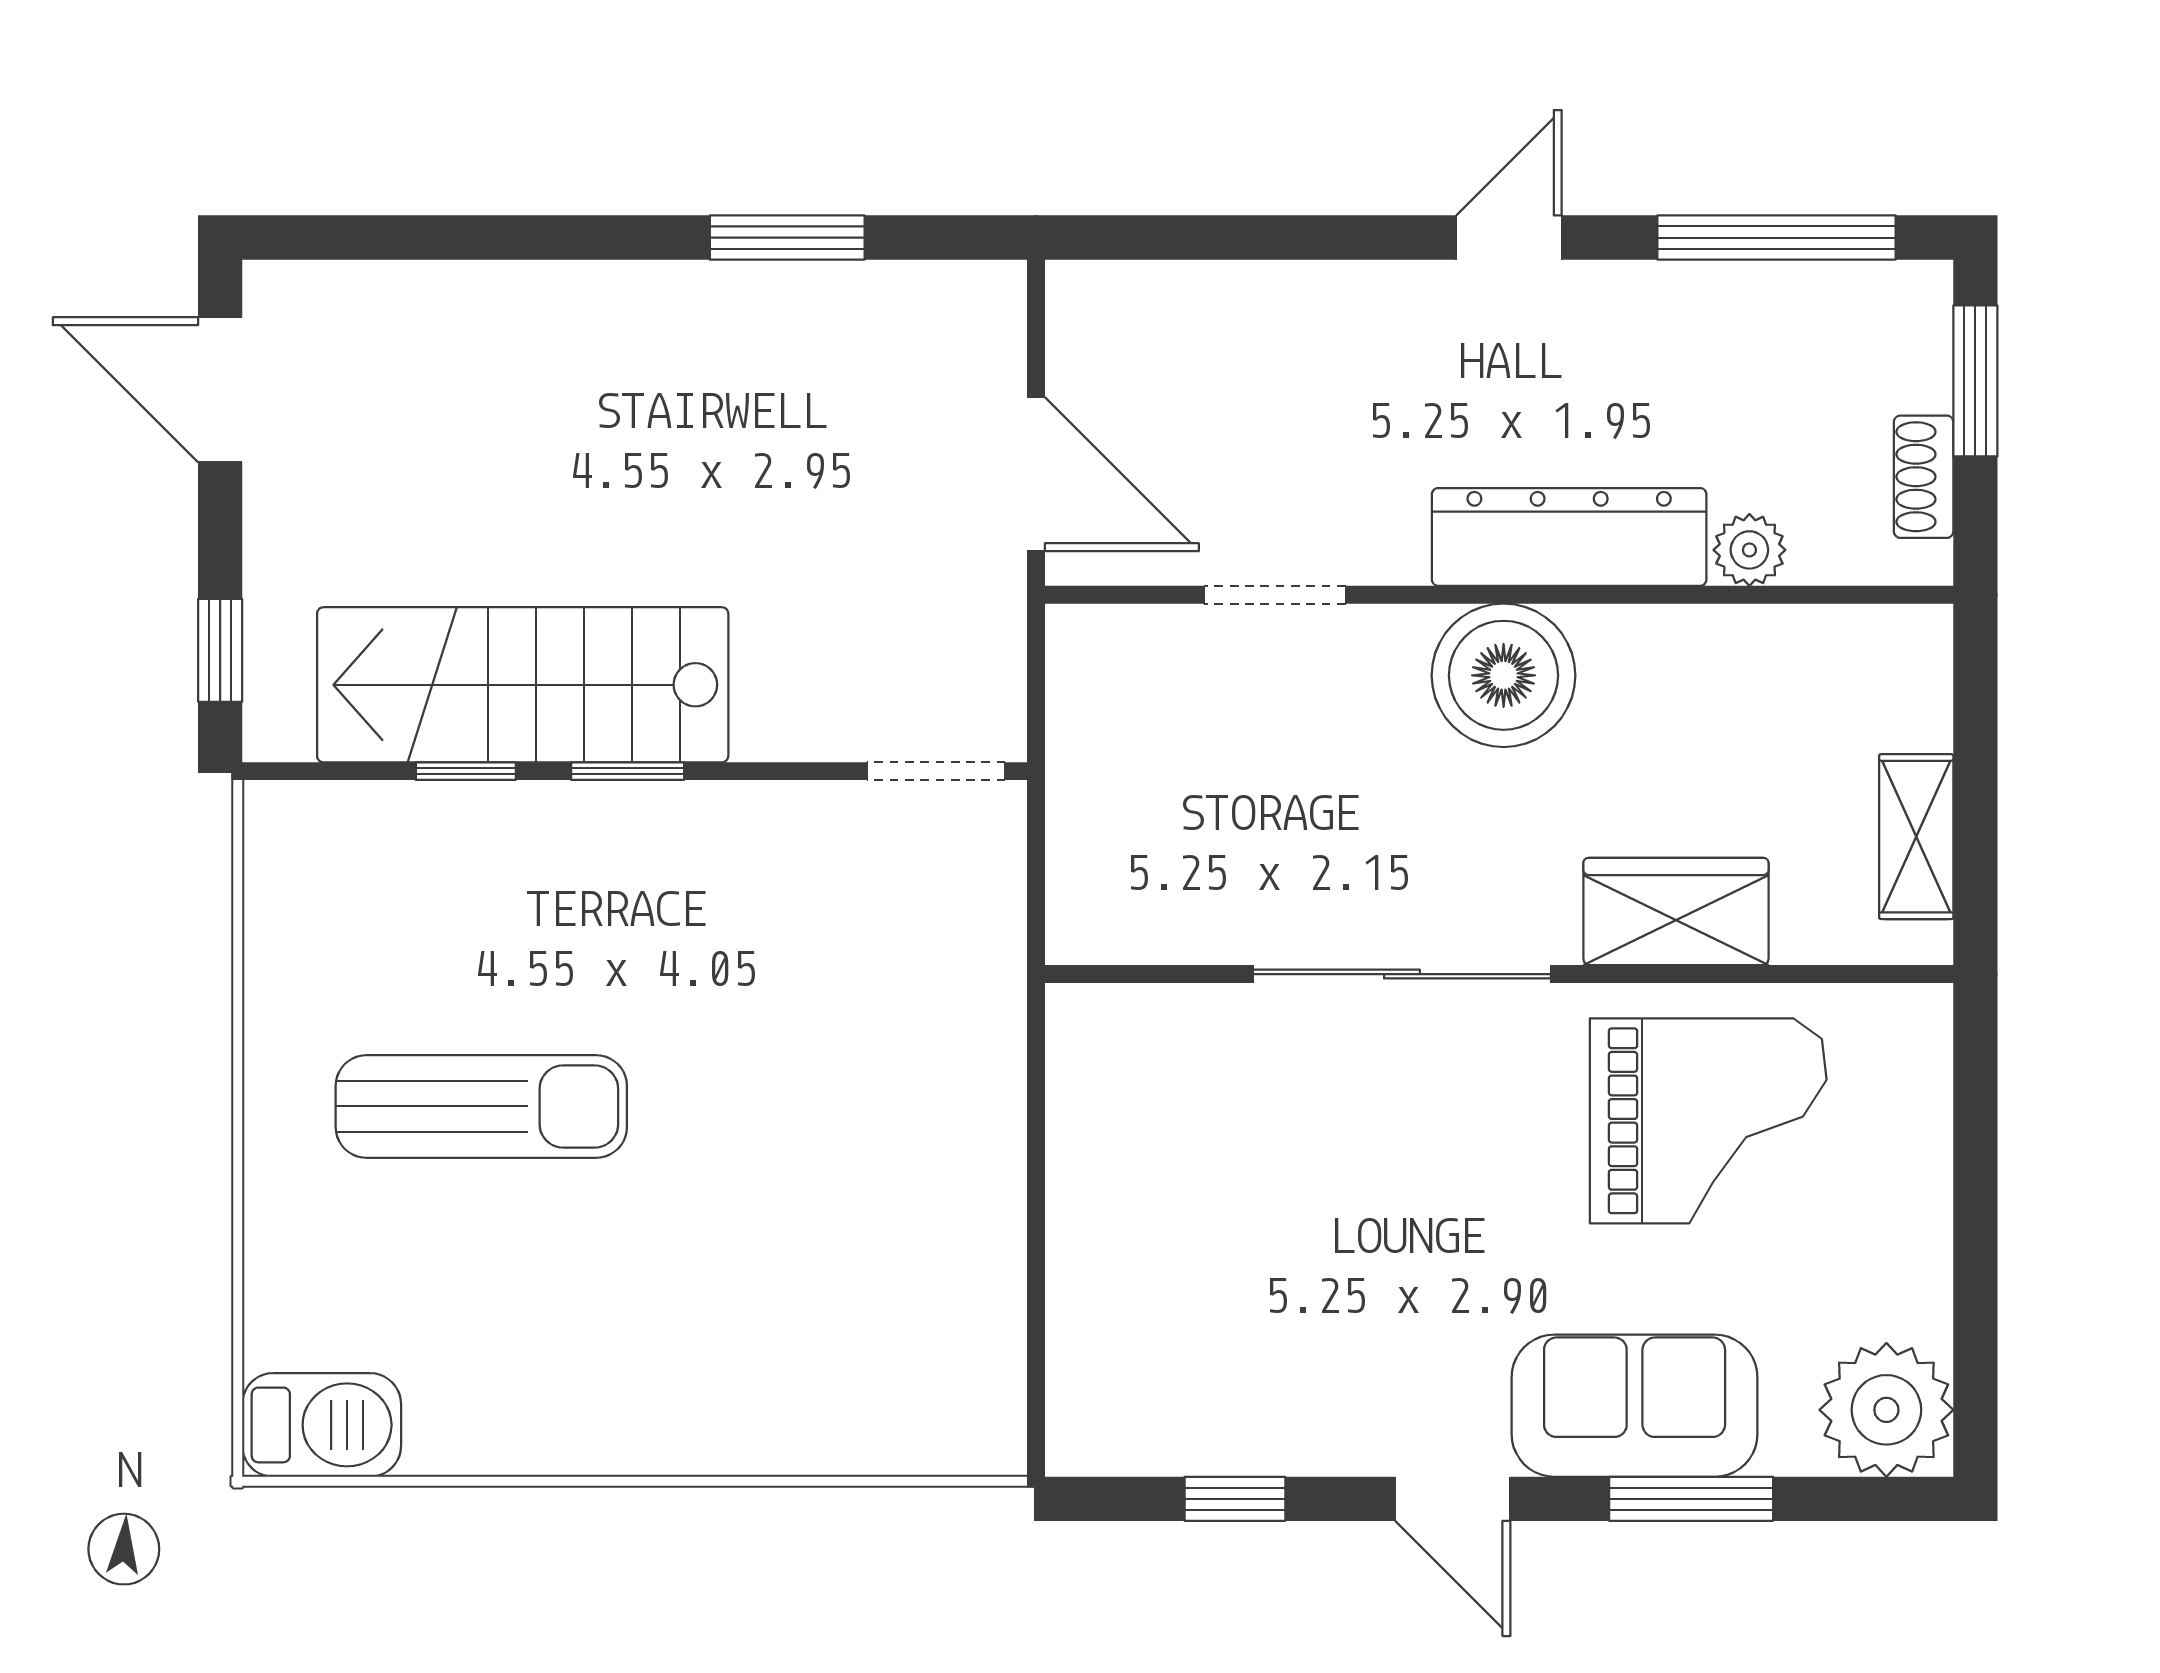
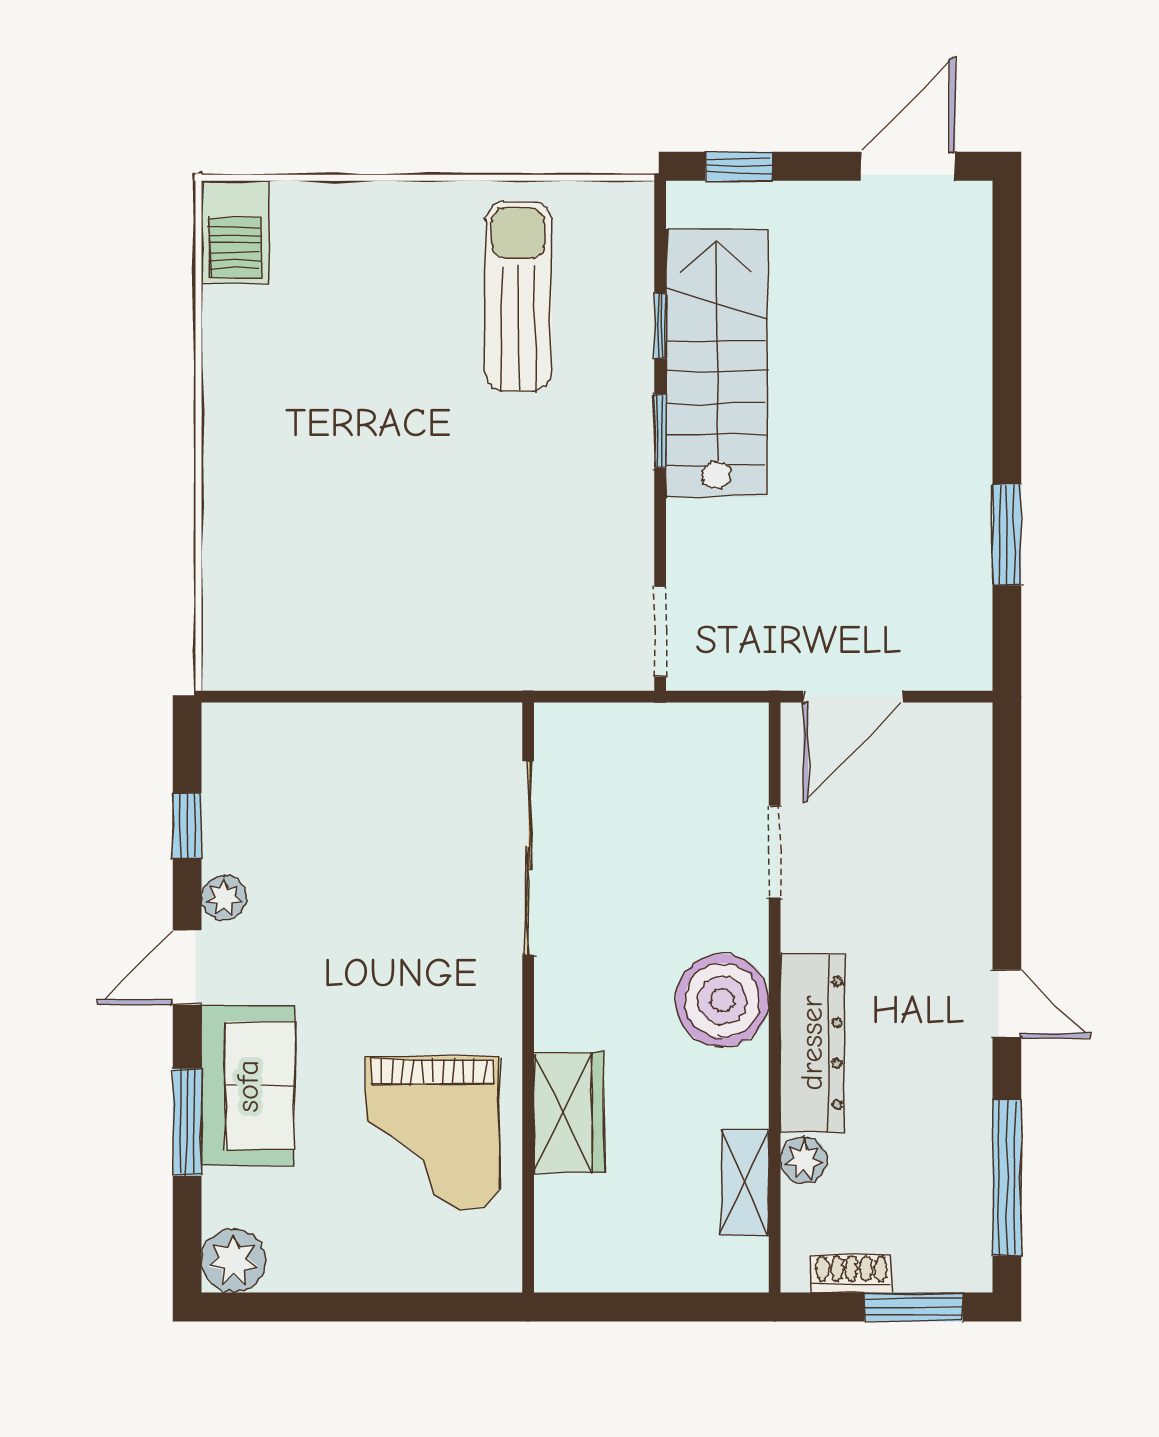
shelving: (1916, 837) -> (745, 1183), moved, turned 90
sliding door: (1402, 974) -> (528, 858), moved
sun lounger: (481, 1106) -> (518, 296), moved, turned 180
plant: (1886, 1410) -> (233, 1261), width x0.73, depth x0.73
plant: (1346, 1442) -> (224, 898), added

